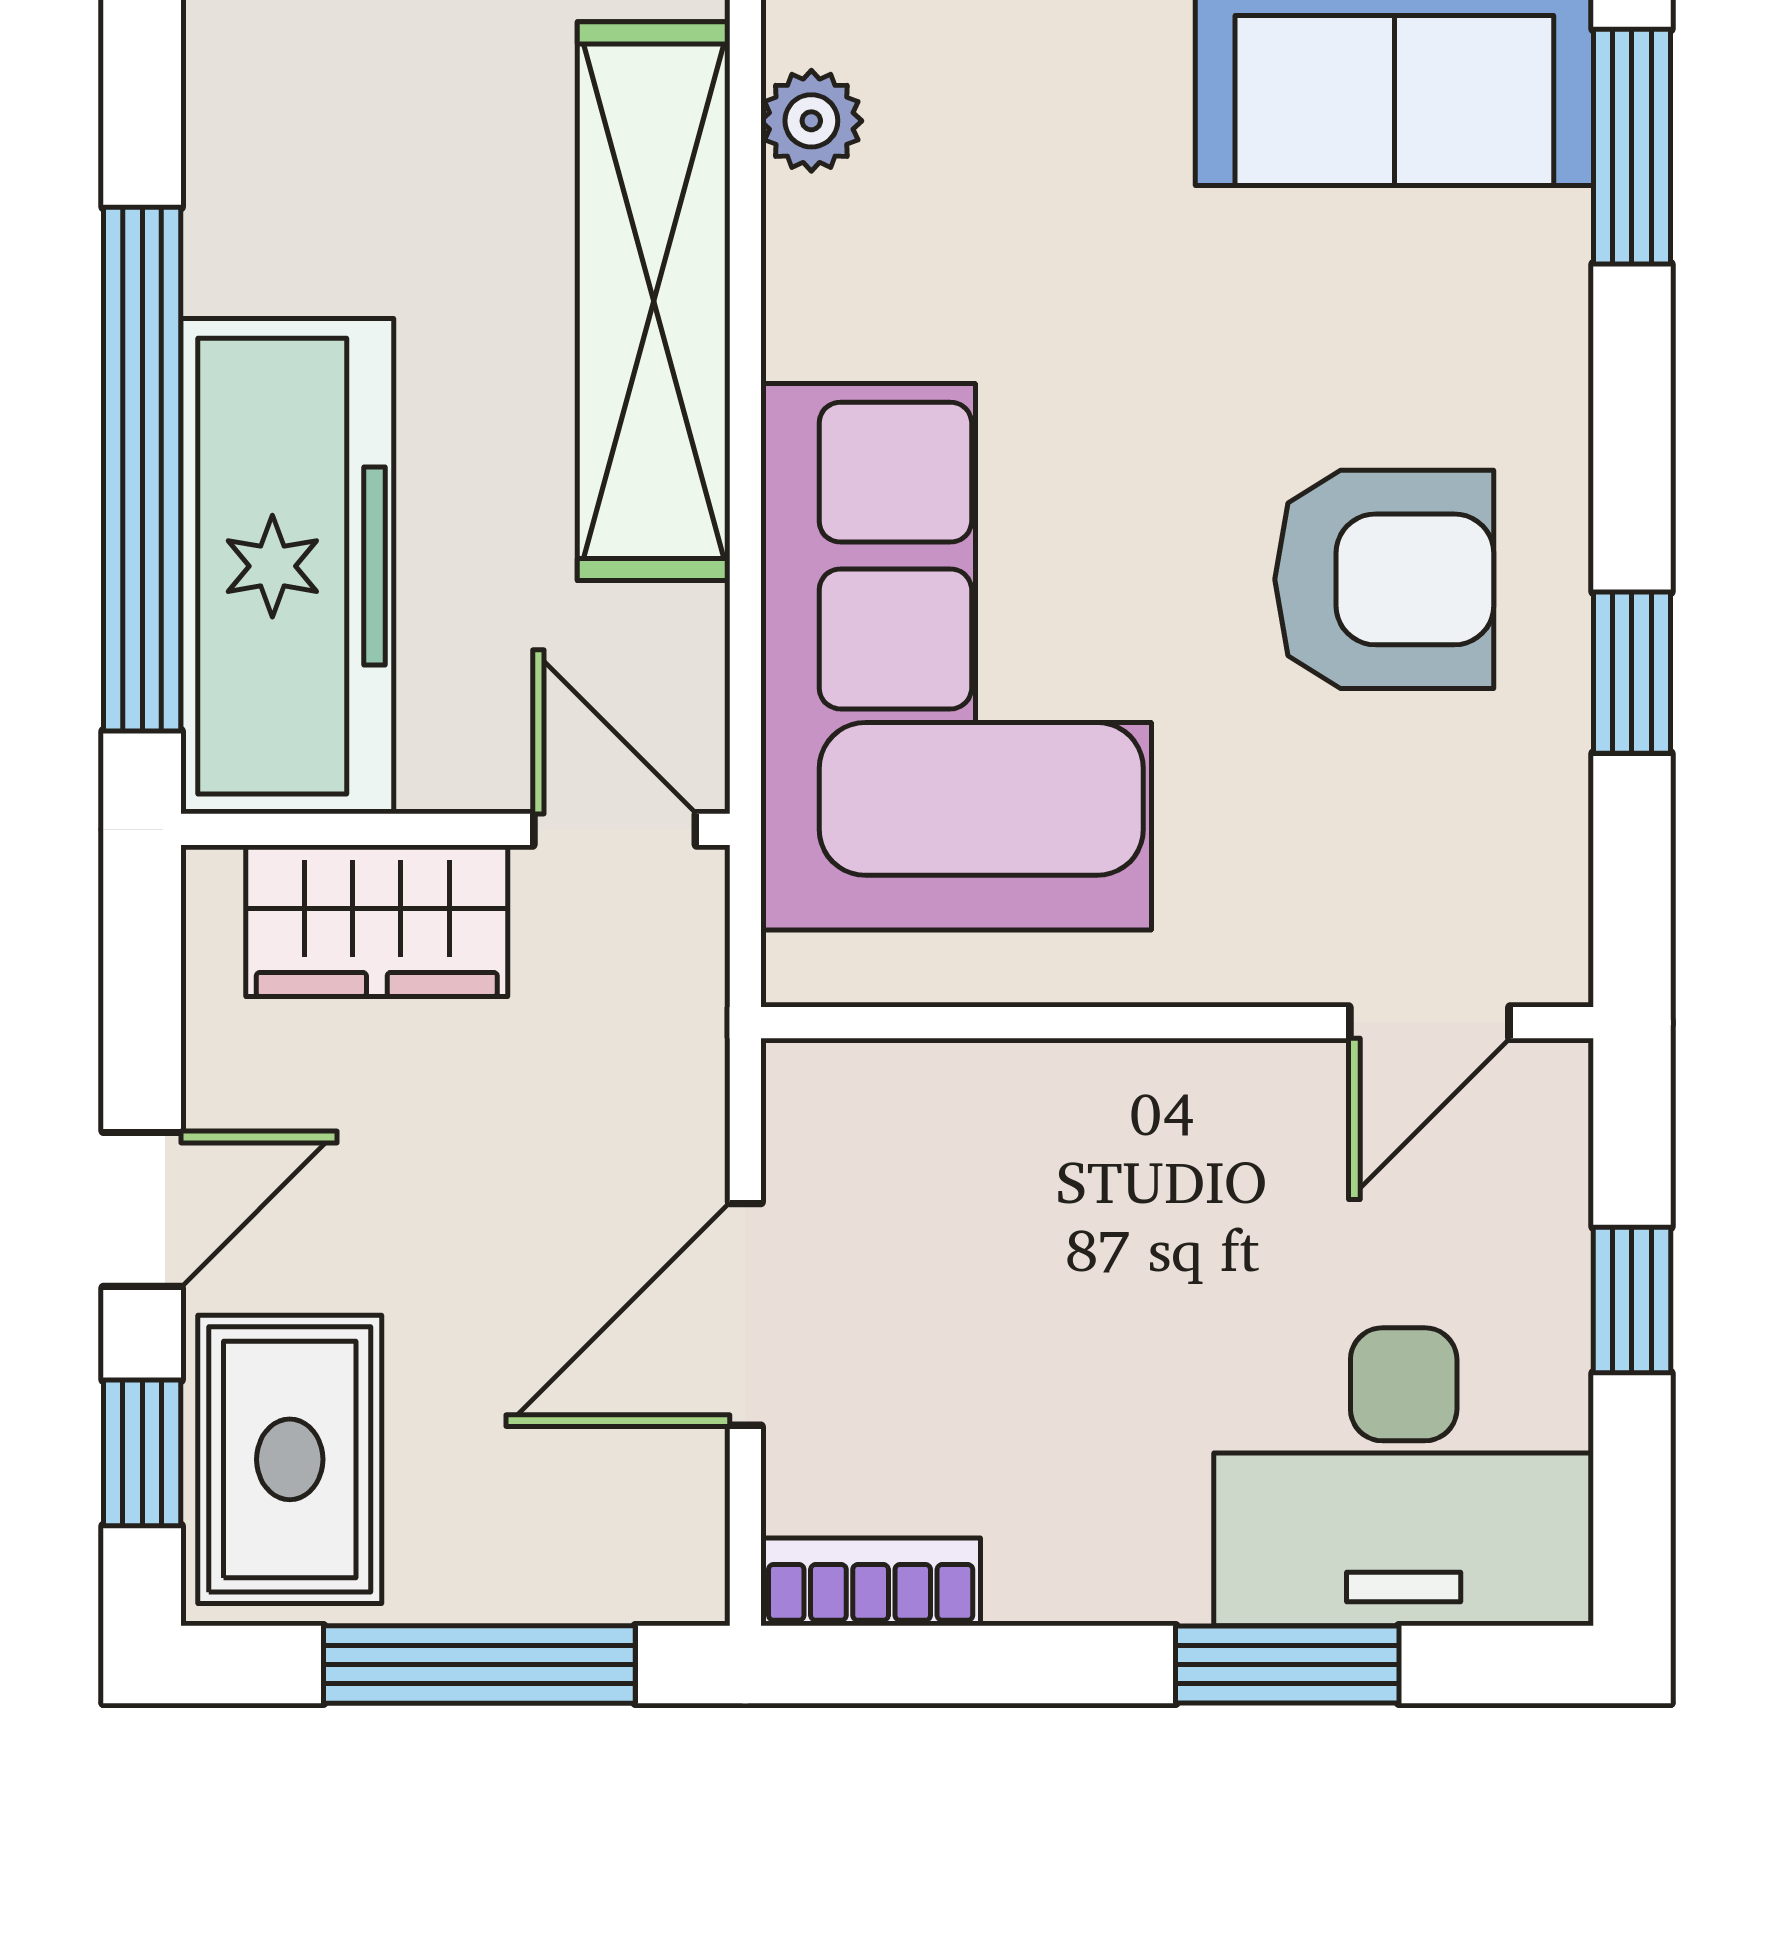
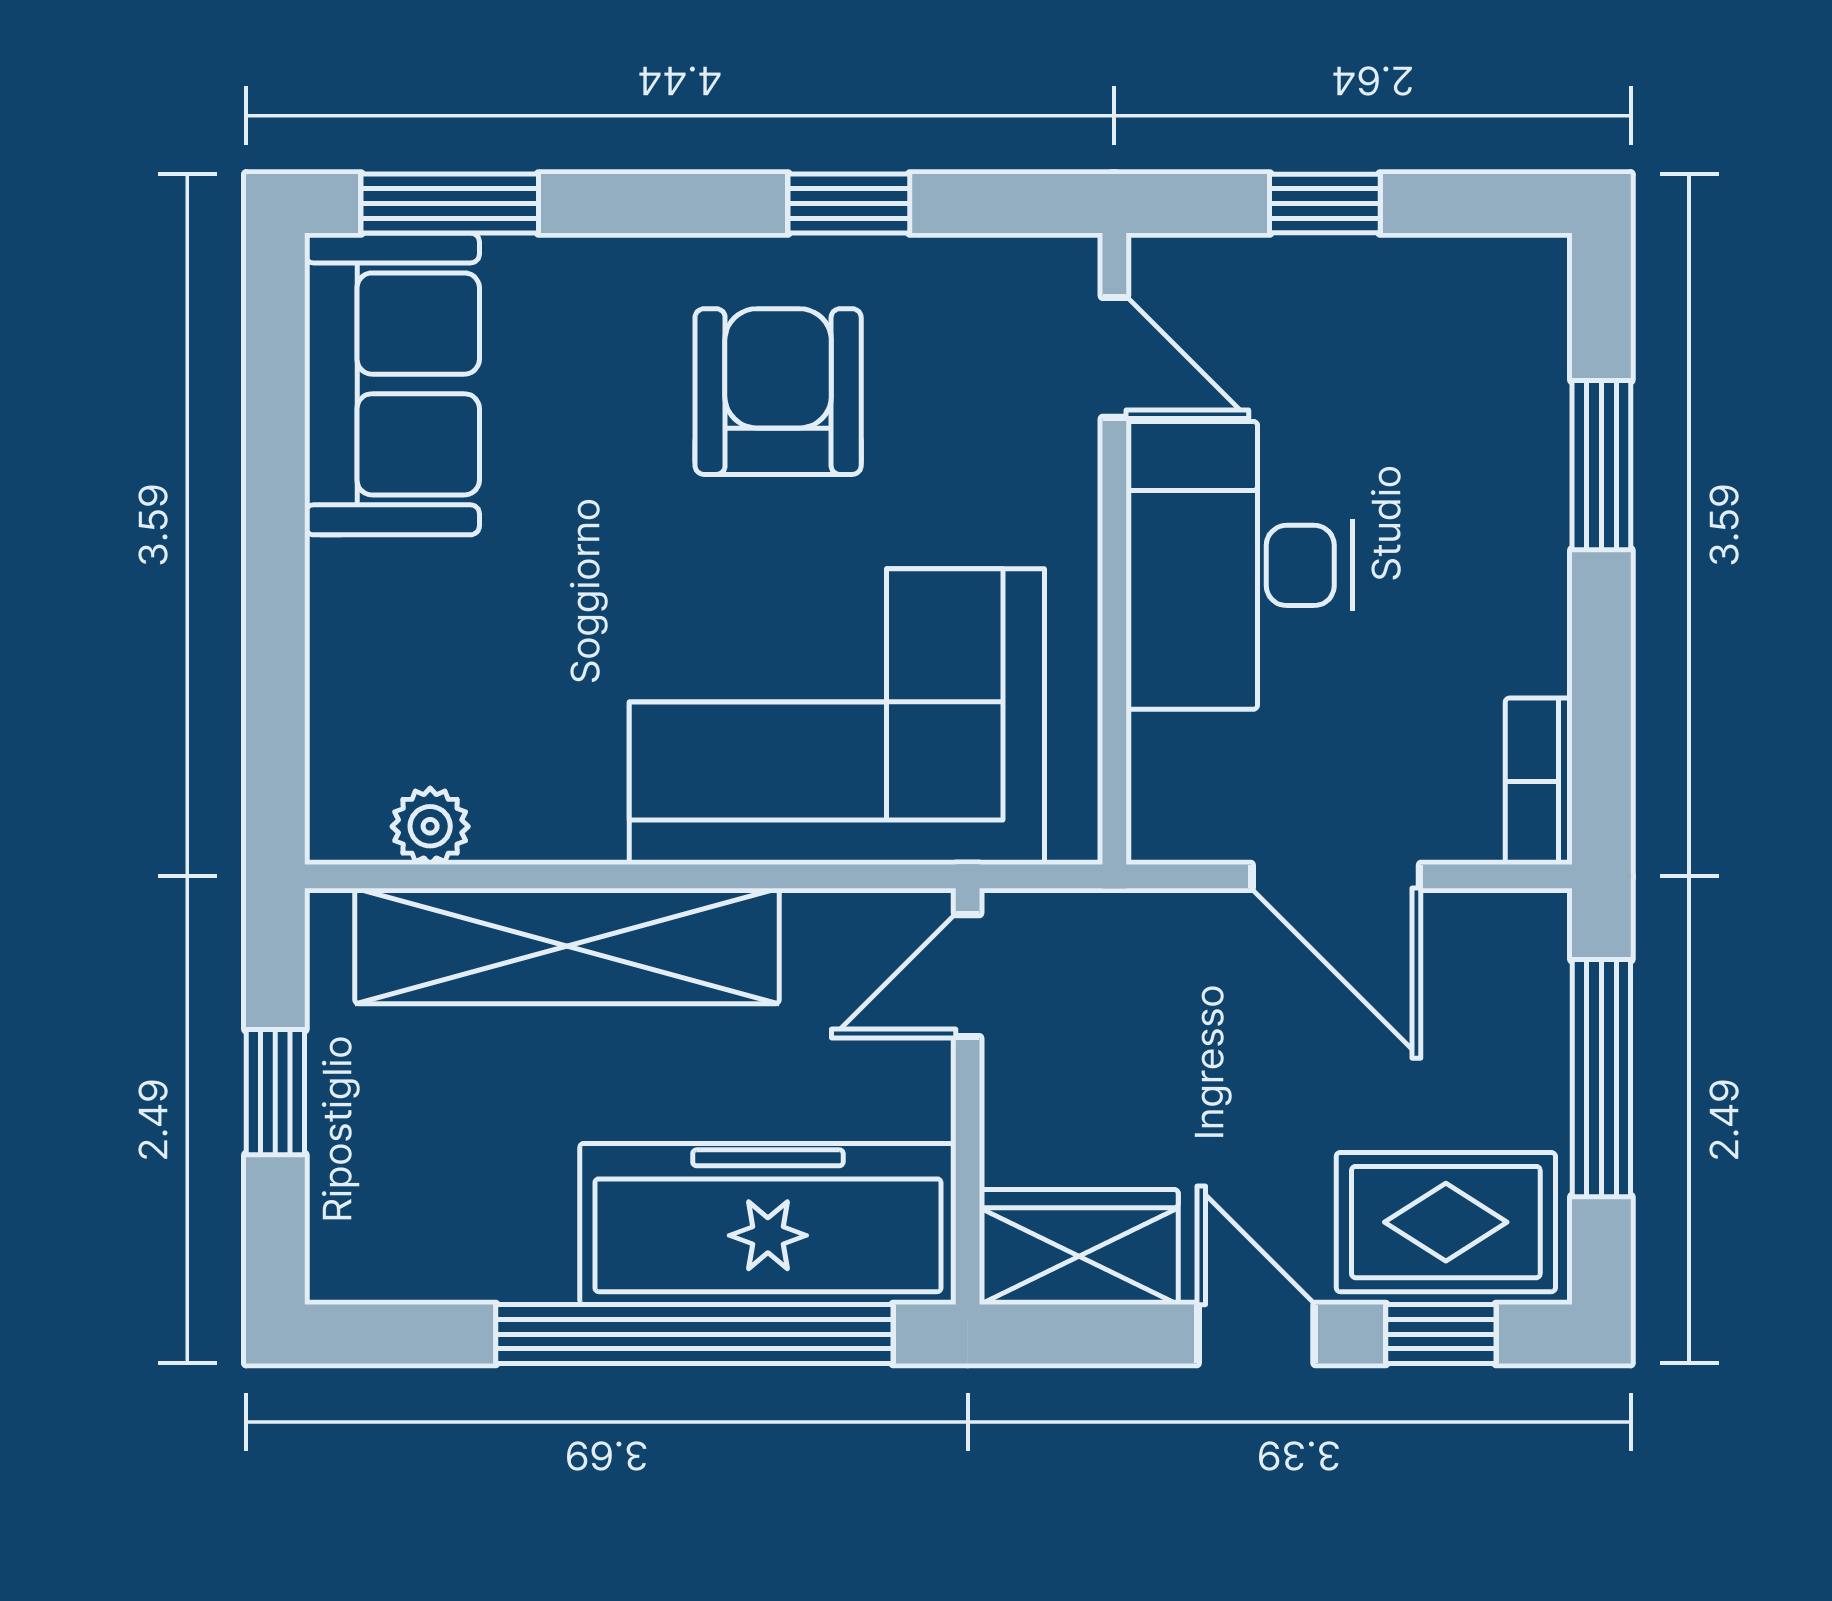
wardrobe: (377, 921) -> (1079, 1247), moved, turned -90
desk: (1404, 1477) -> (1239, 565), moved, turned 180

